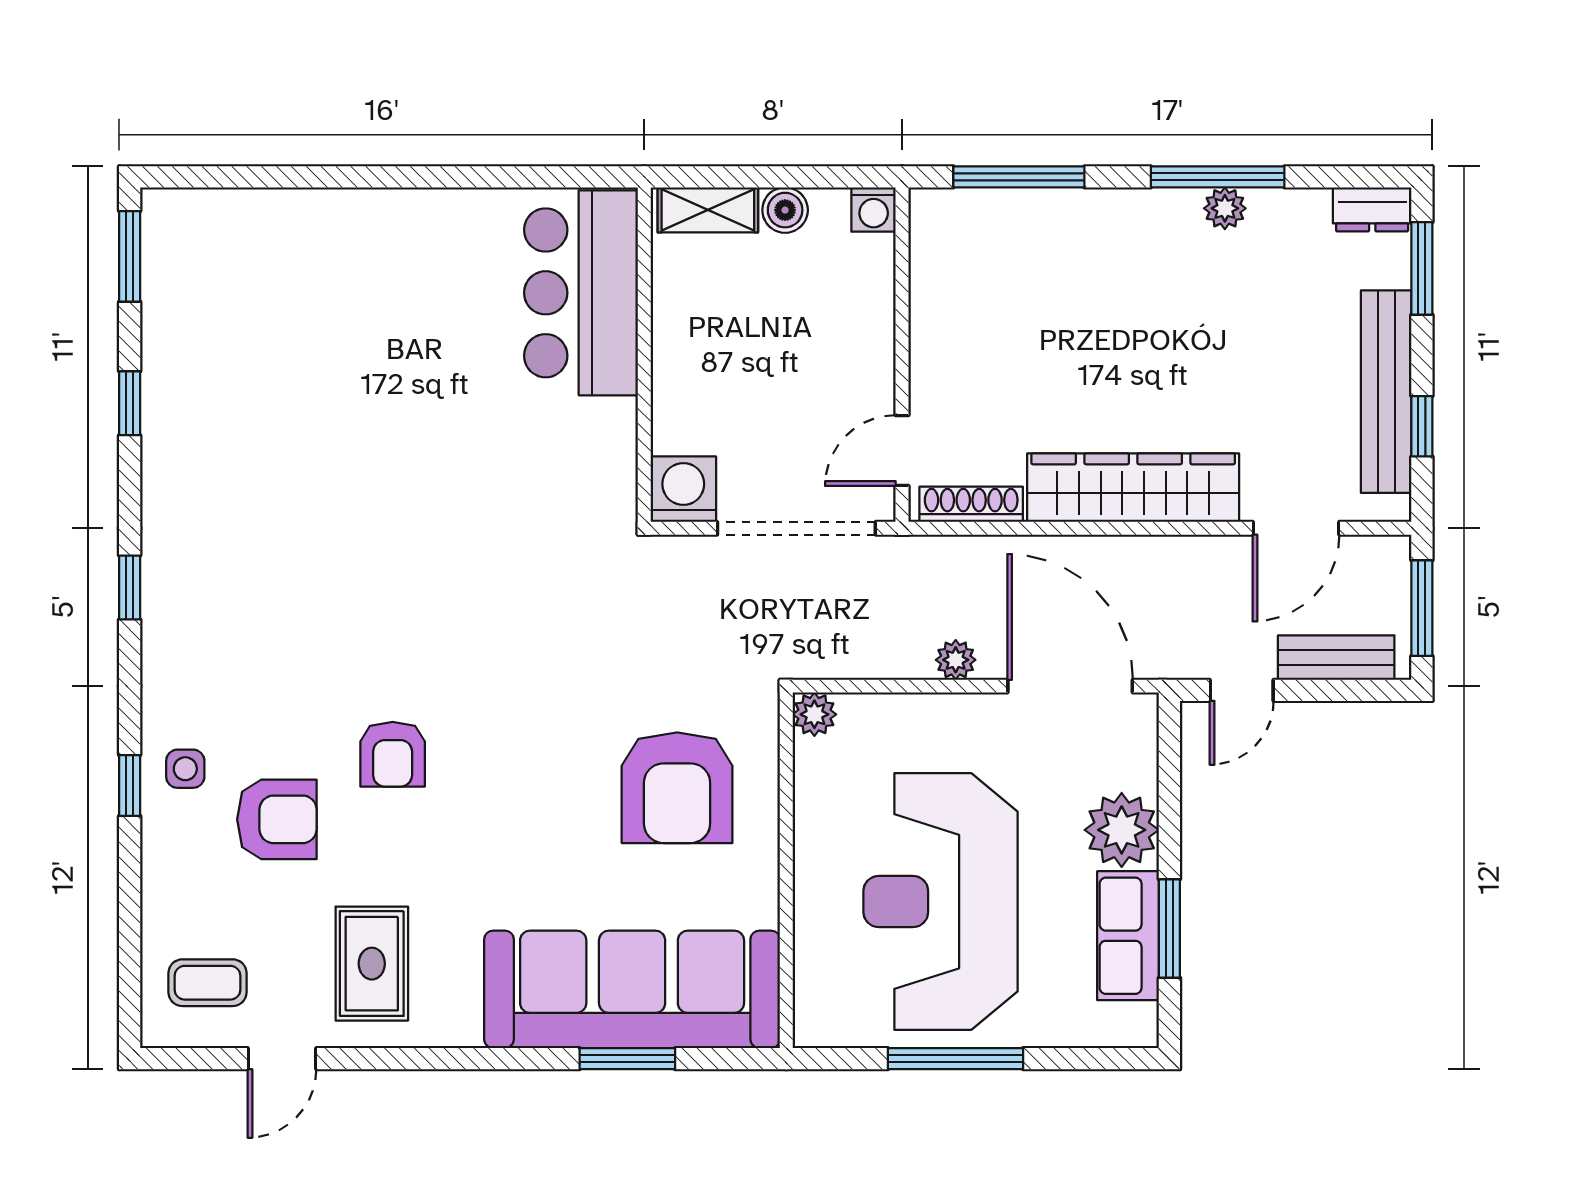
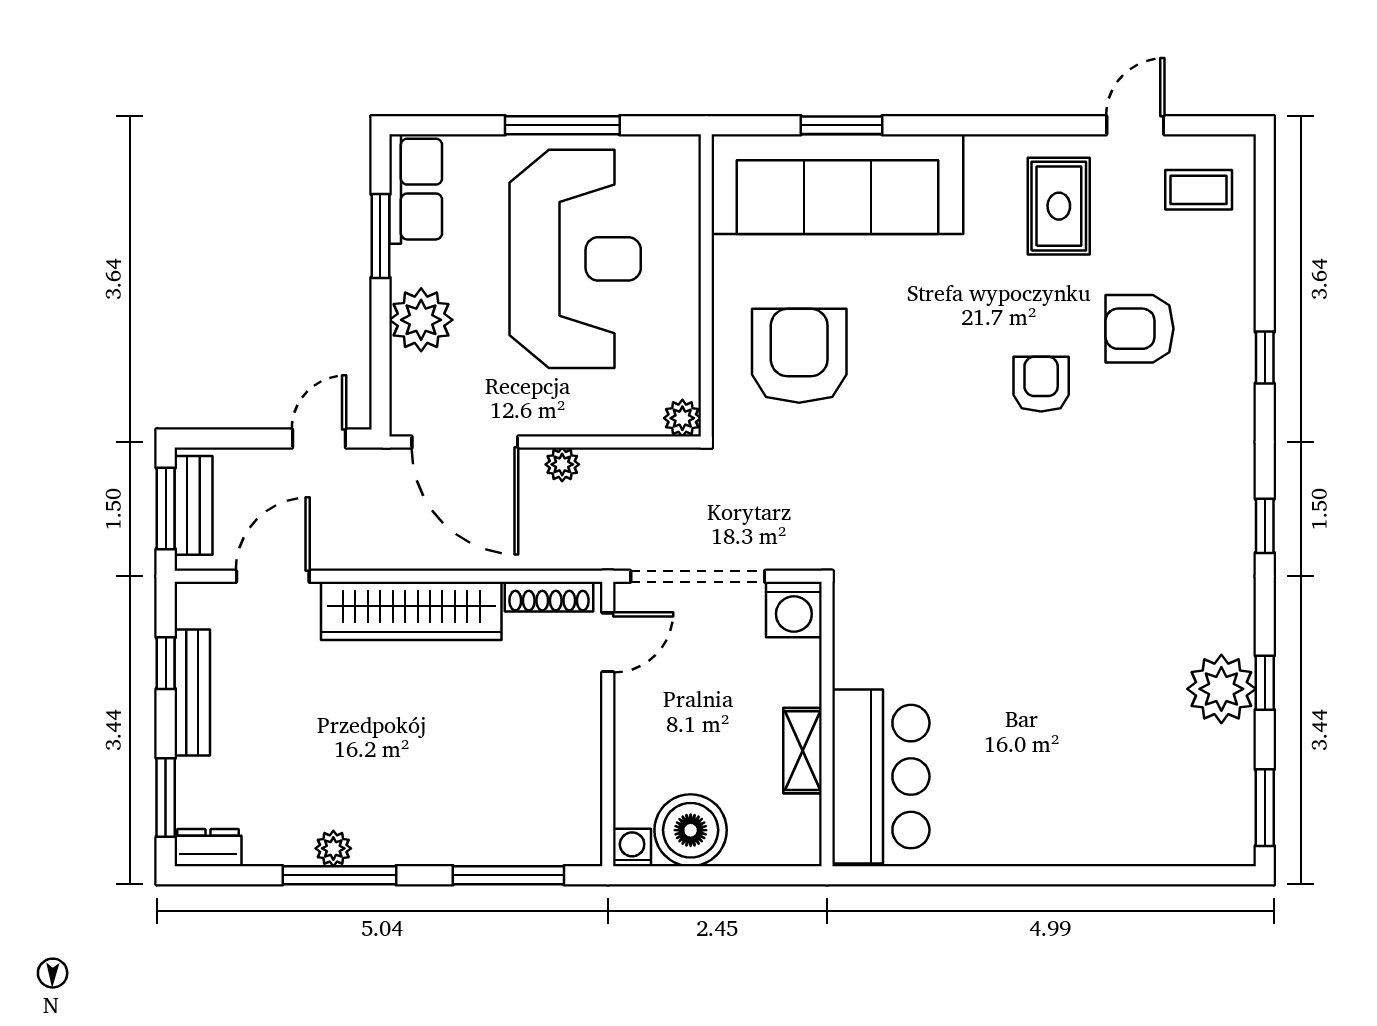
shelving: (708, 210) -> (803, 751), moved, turned 90
boiler: (785, 210) -> (691, 830), width x1.86, depth x1.86
bench: (1386, 392) -> (192, 693), width x0.73, depth x0.82
plant: (181, 396) -> (1221, 689), added
bench: (1336, 658) -> (194, 505), moved, turned 90
side table: (185, 769) -> (1217, 372), removed
row of seats: (1128, 936) -> (416, 189), moved

